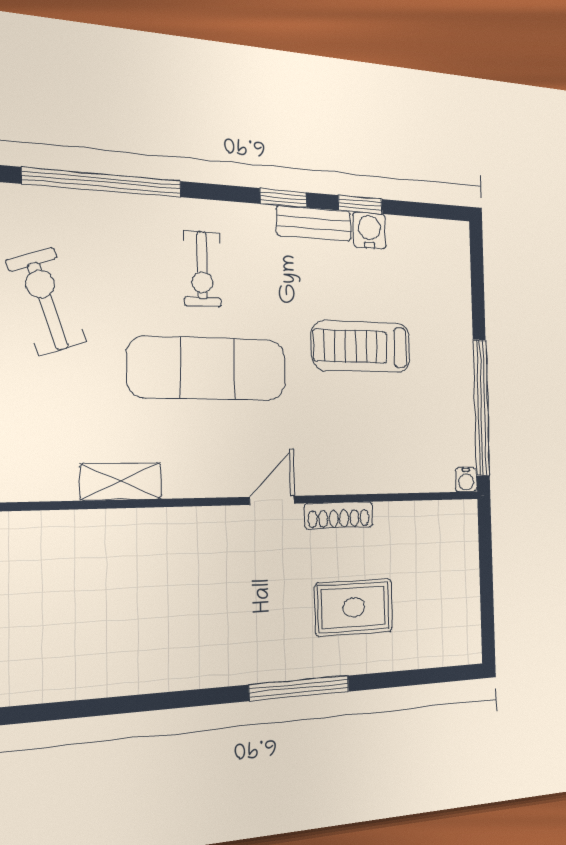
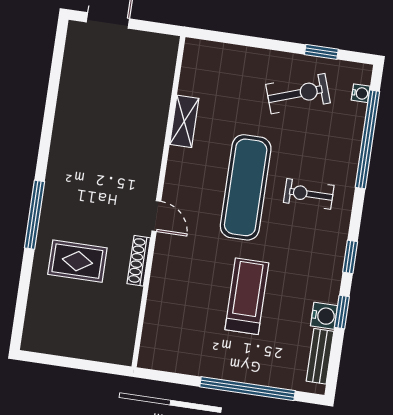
bench: (314, 223) -> (320, 356), moved
window: (481, 407) -> (247, 389), moved
water cooler: (466, 480) -> (361, 93), moved, turned 180
rug: (354, 607) -> (77, 261), turned 90

